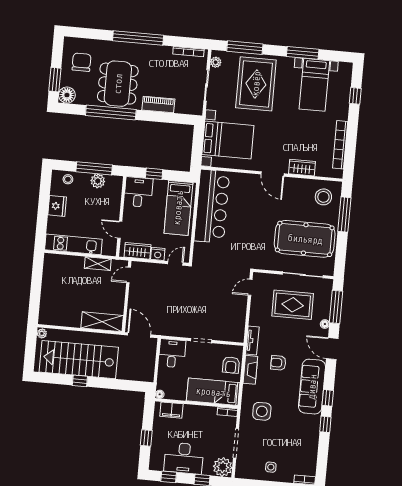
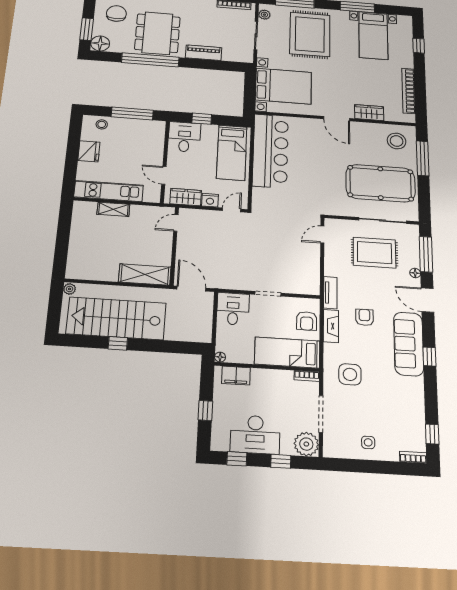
plant: (98, 181) -> (137, 126), removed
shelving: (98, 264) -> (113, 209), moved
armchair: (278, 363) -> (364, 317), turned 90
window: (325, 424) -> (432, 434), moved

